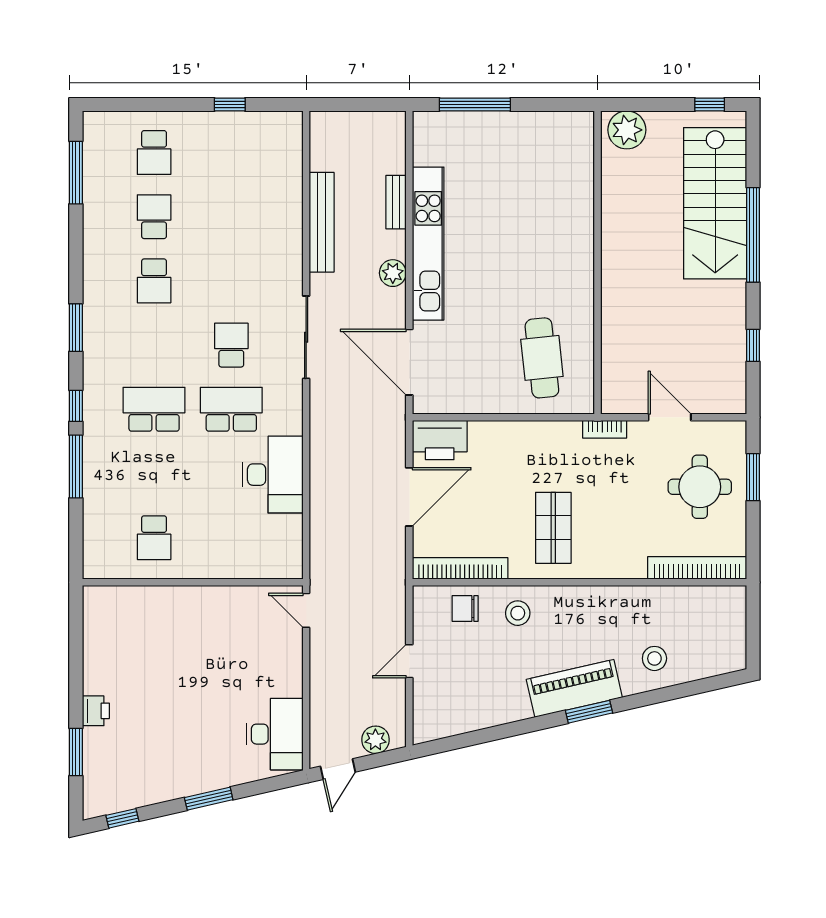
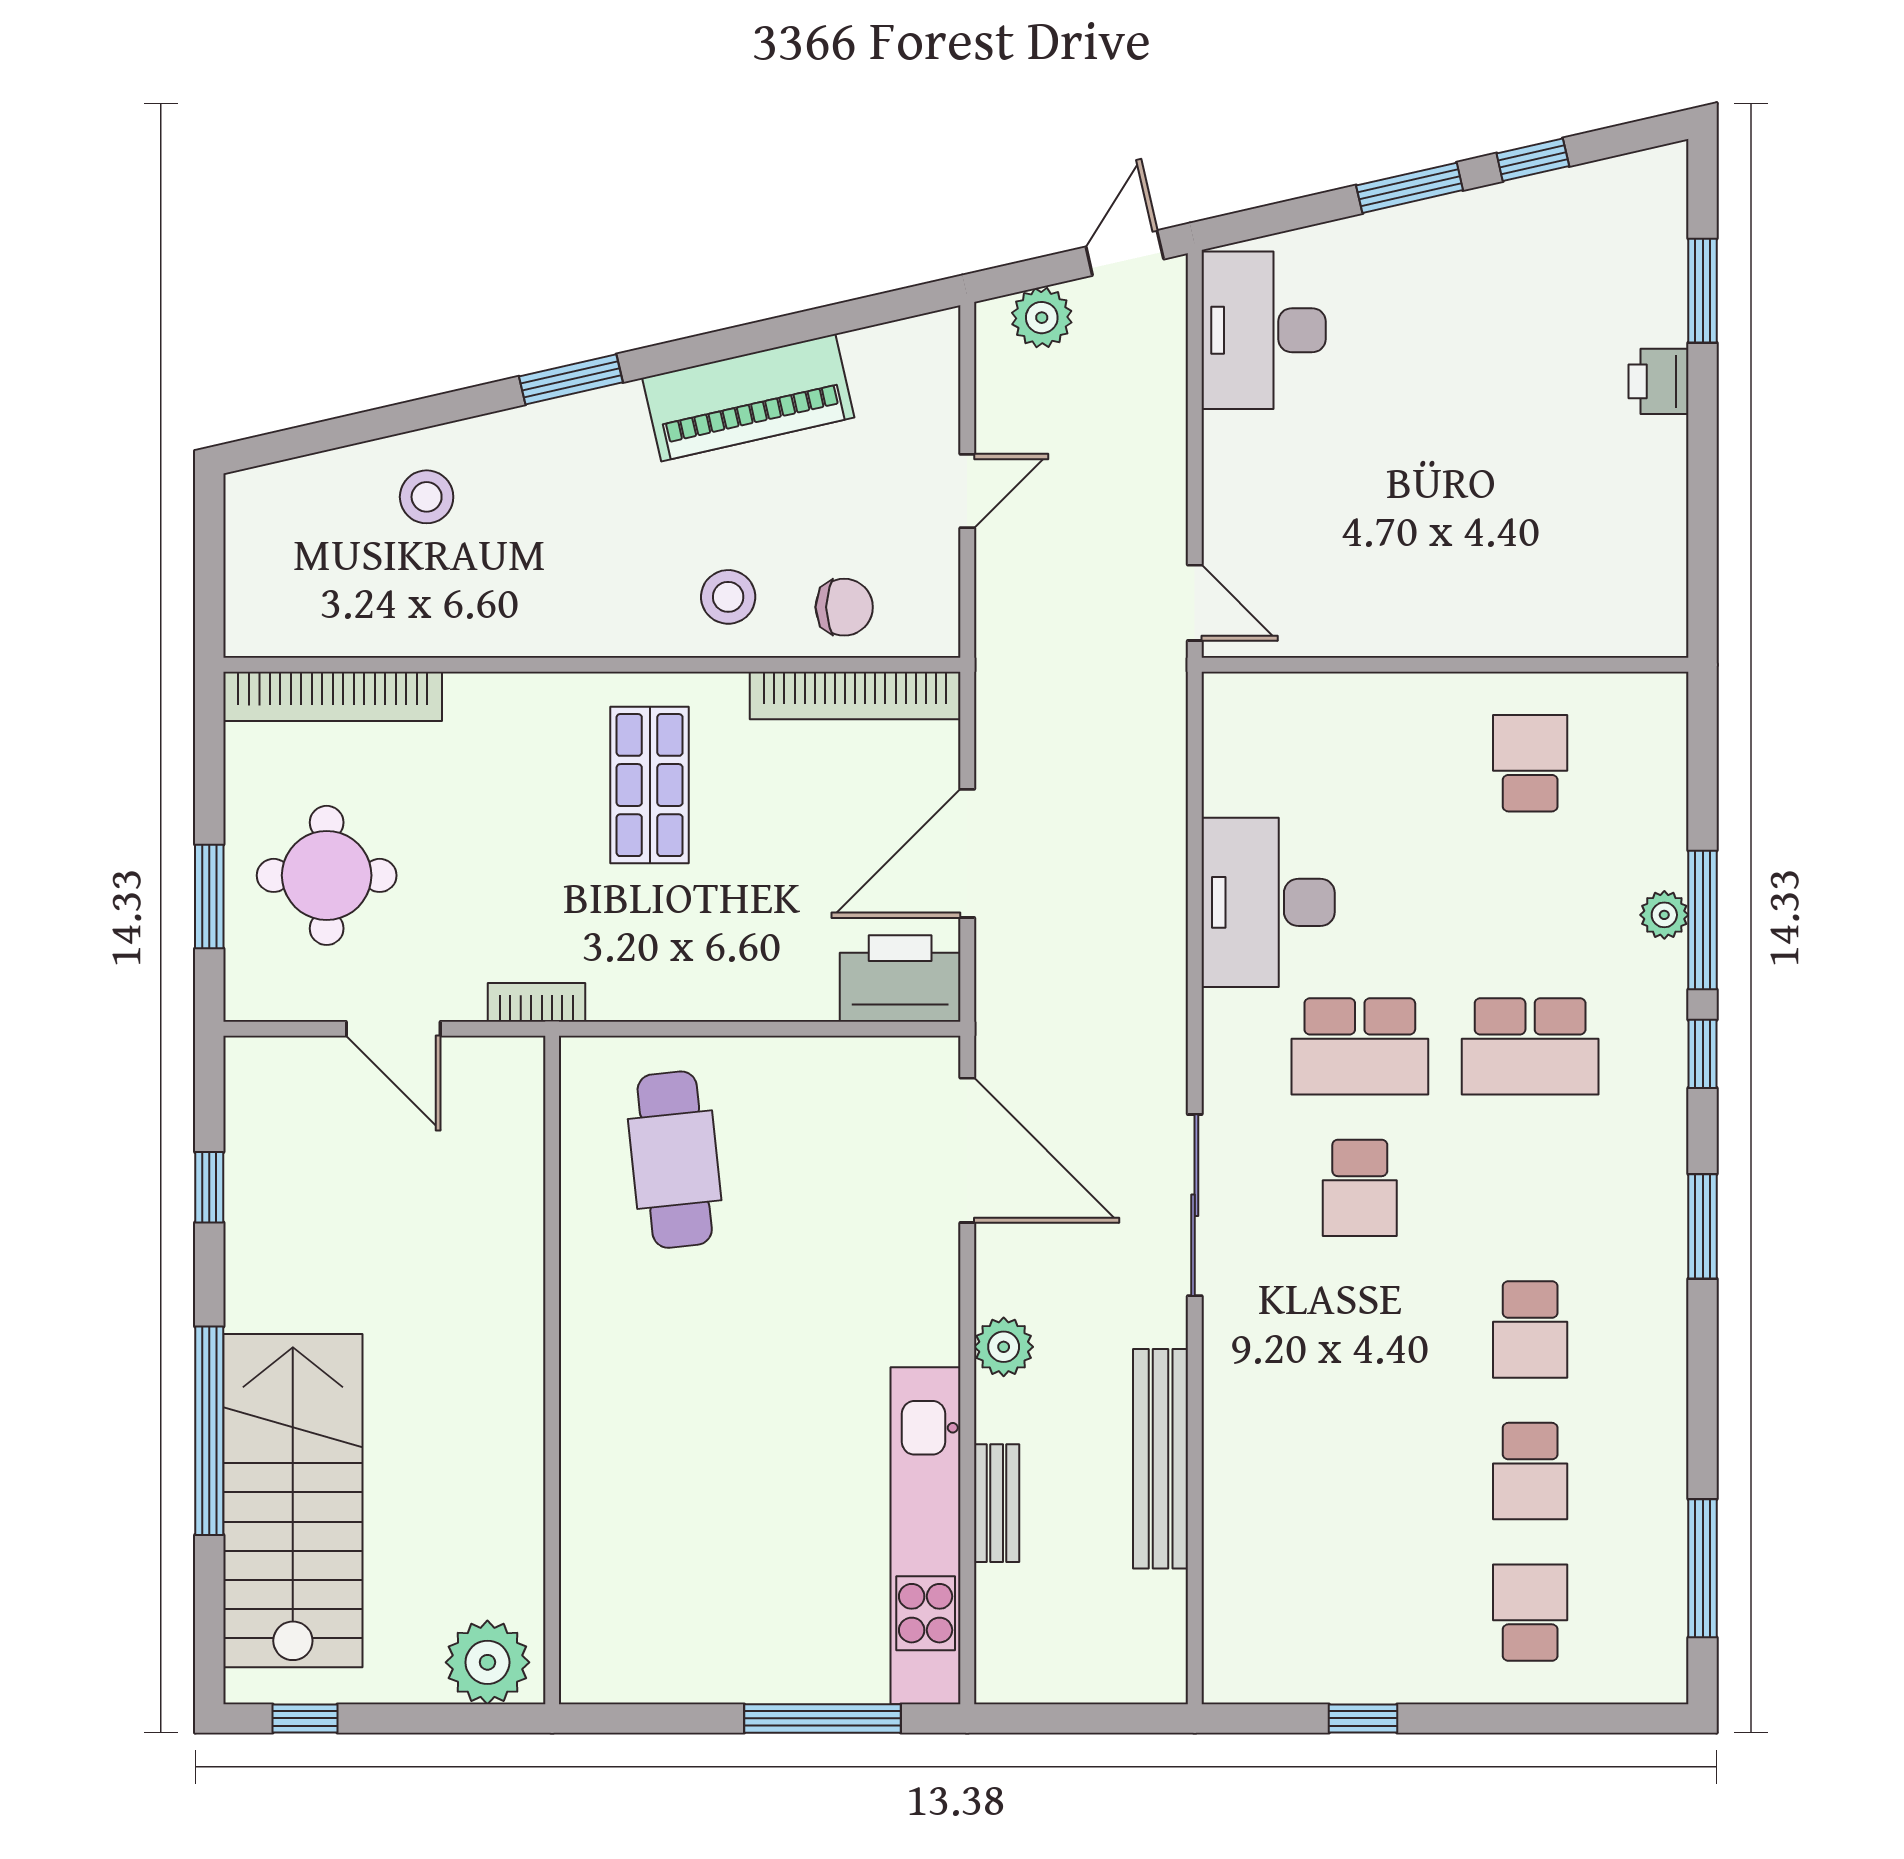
kitchen unit: (428, 244) -> (926, 1536), moved
school desk: (154, 281) -> (1530, 1329), turned 180
plant: (93, 469) -> (1664, 915), added
piano: (574, 688) -> (748, 398), moved
window: (122, 818) -> (1533, 160), moved

